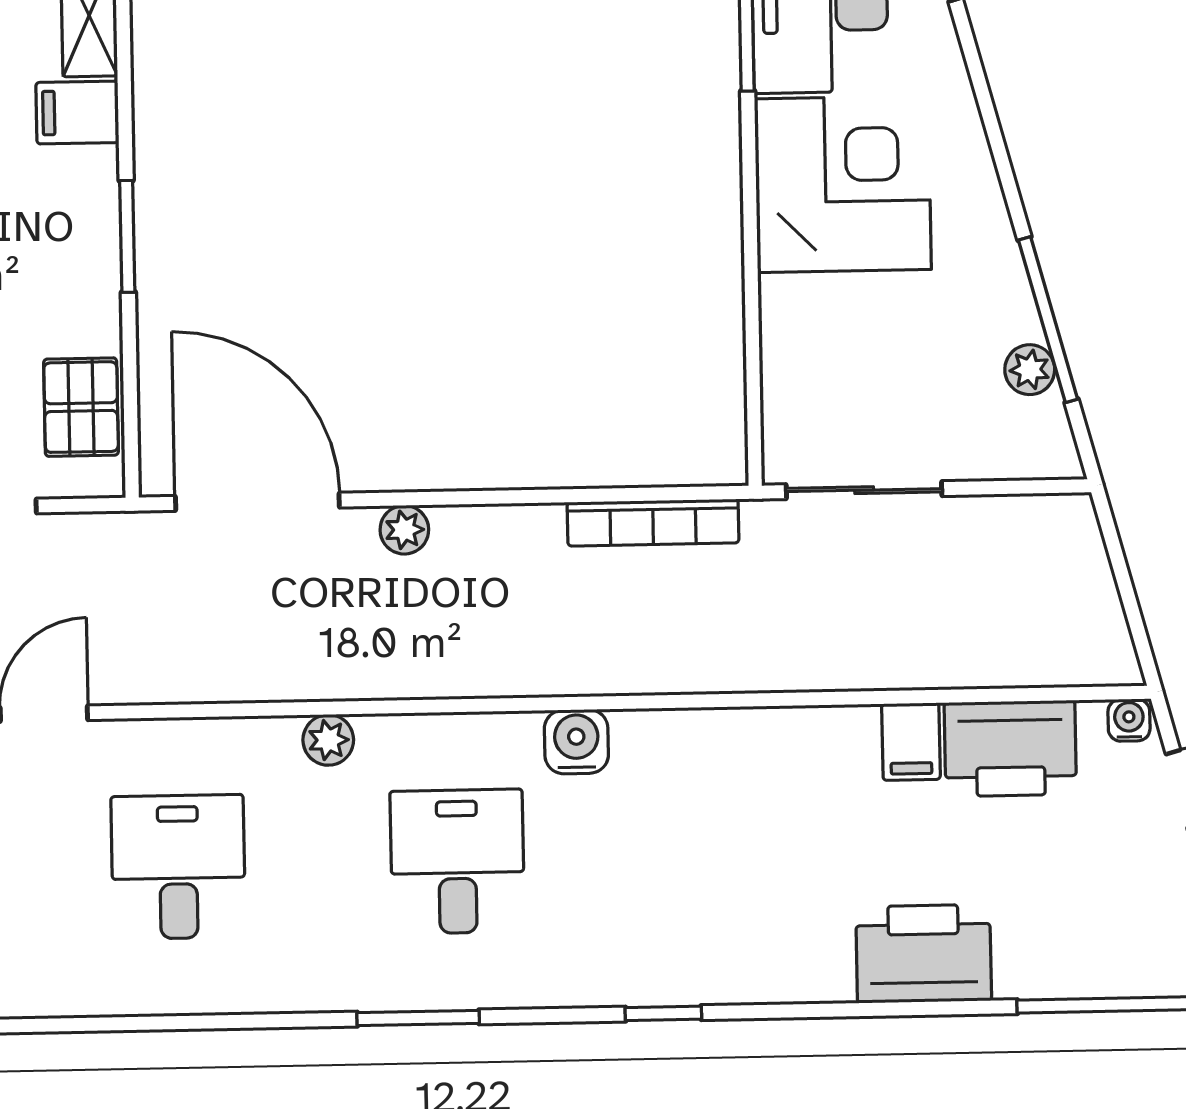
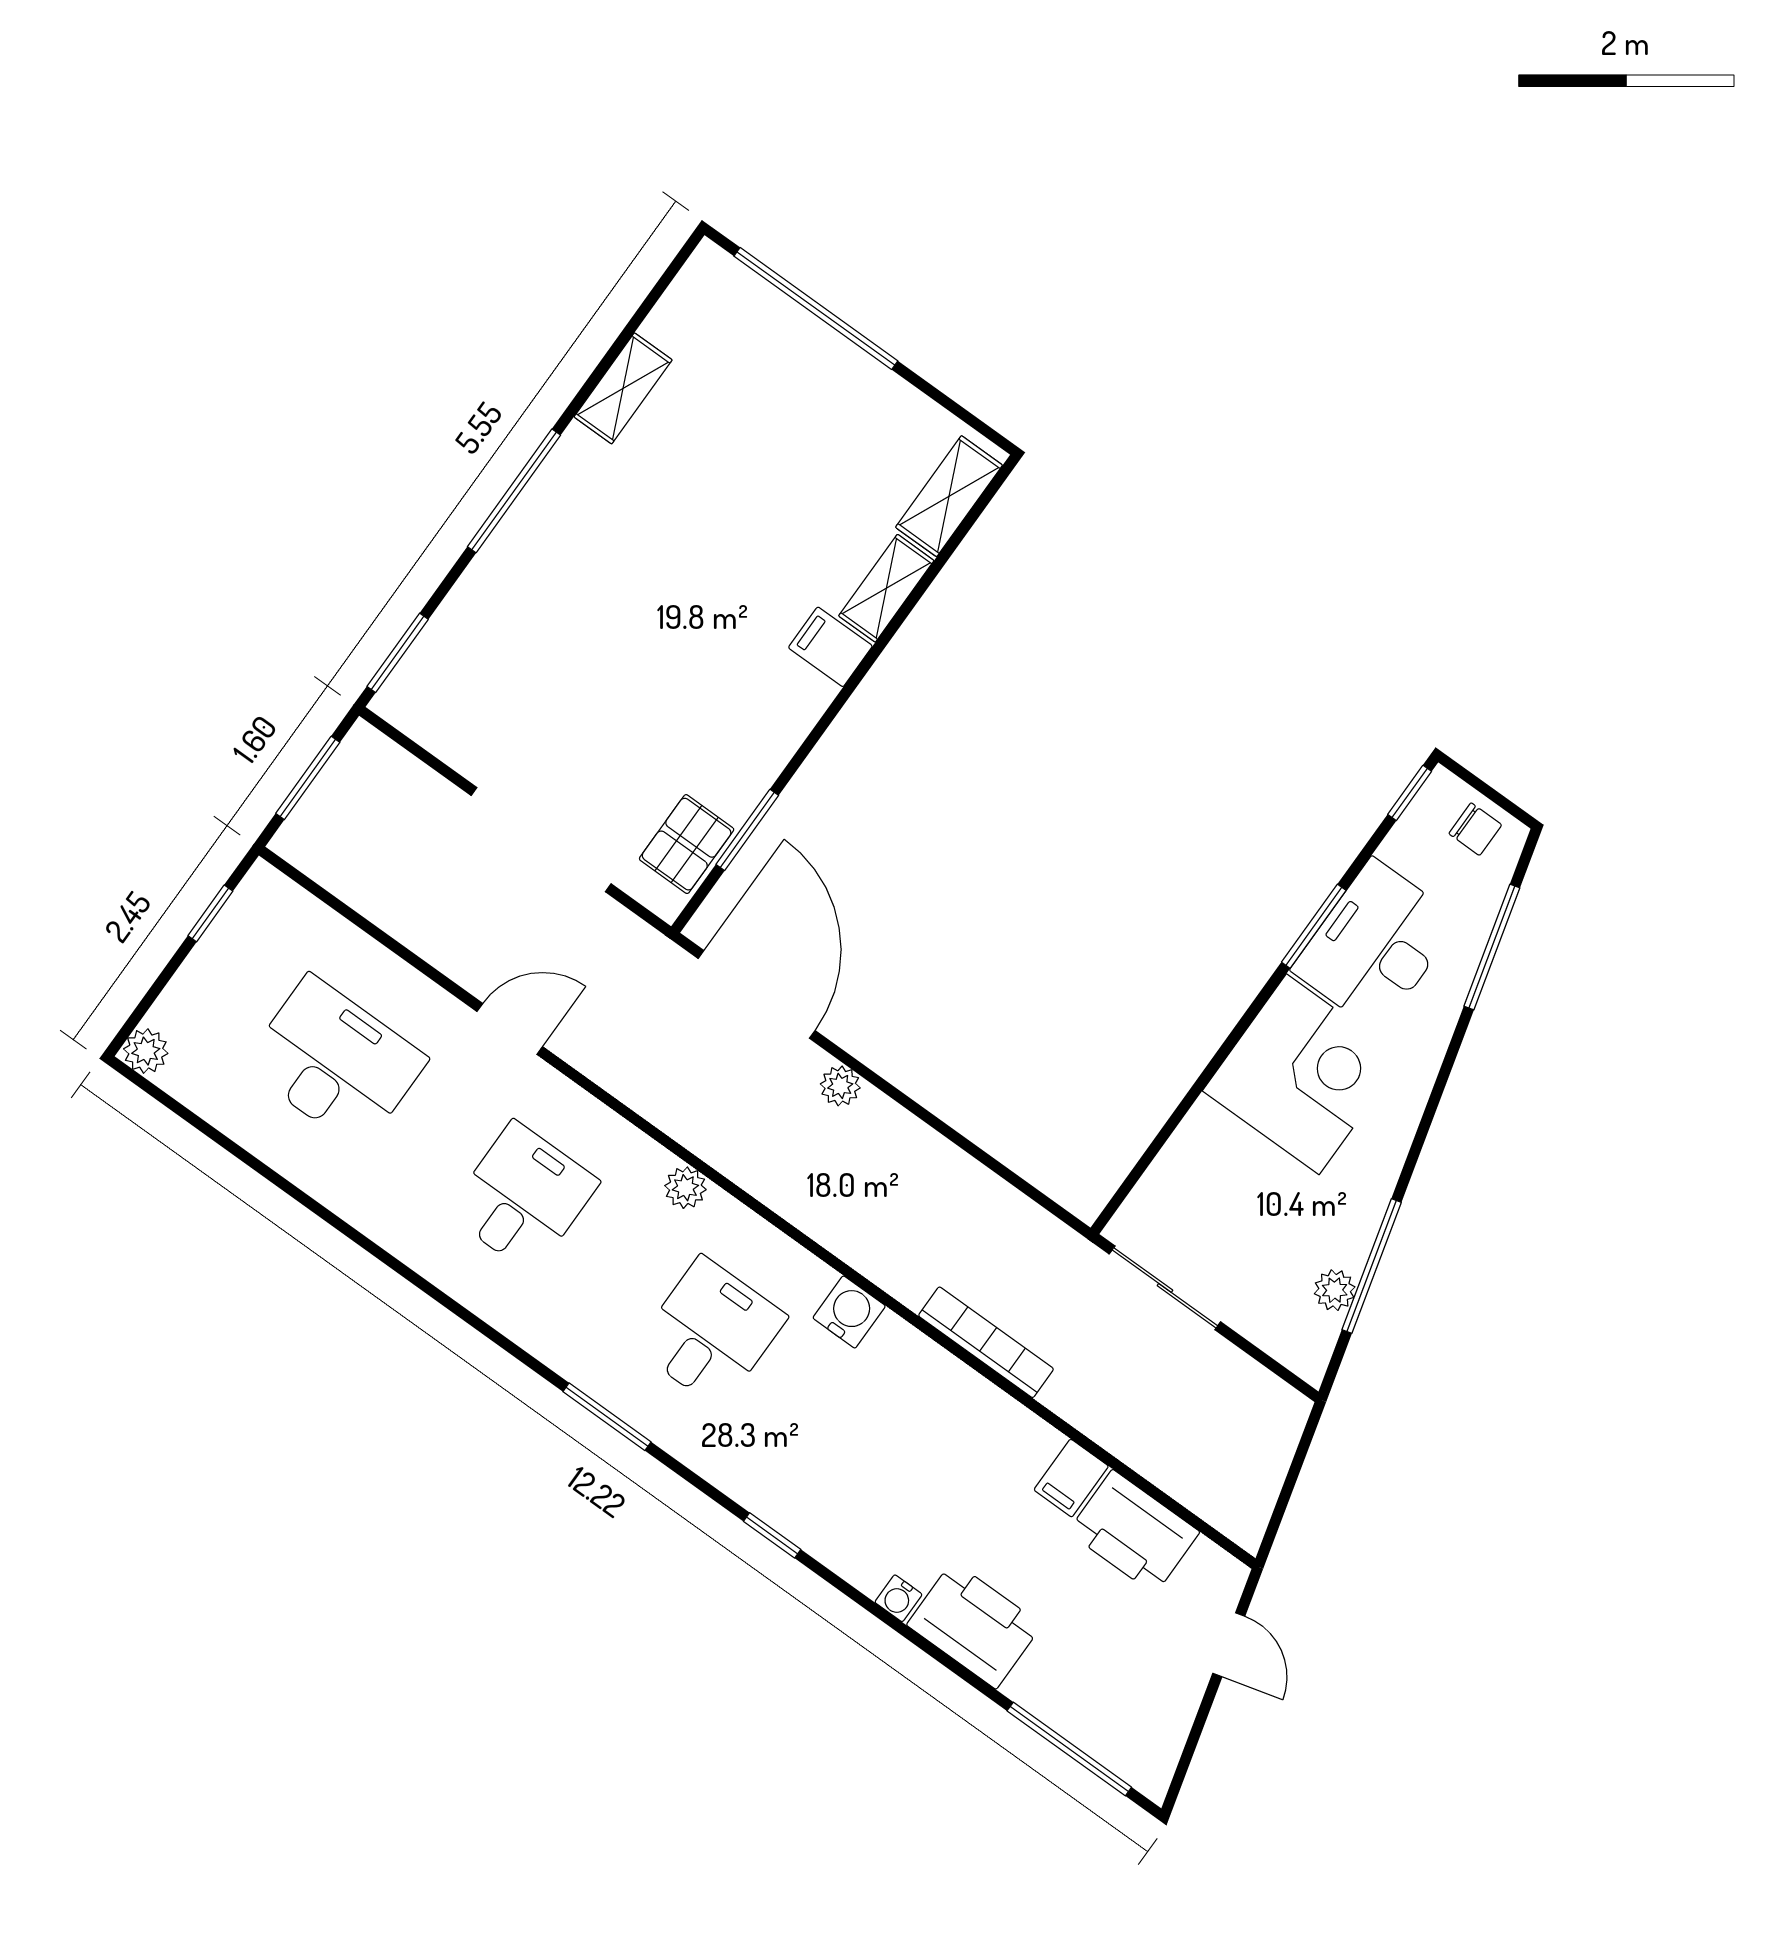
window: (127, 236) -> (747, 830), moved
bookcase: (653, 523) -> (986, 1342), moved, turned 180
water cooler: (1129, 720) -> (898, 1598), moved, turned 180

